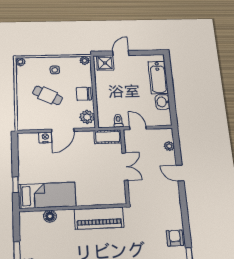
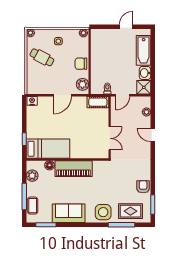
door: (121, 53) -> (126, 27), moved
shower: (105, 63) -> (144, 87), moved
cafe table: (47, 95) -> (42, 57), moved
door: (138, 128) -> (123, 95), swing flipped
nightstand: (45, 137) -> (32, 101), moved
double door: (125, 166) -> (110, 138), moved
piano: (99, 218) -> (74, 169), moved
plant: (27, 231) -> (32, 176), added

